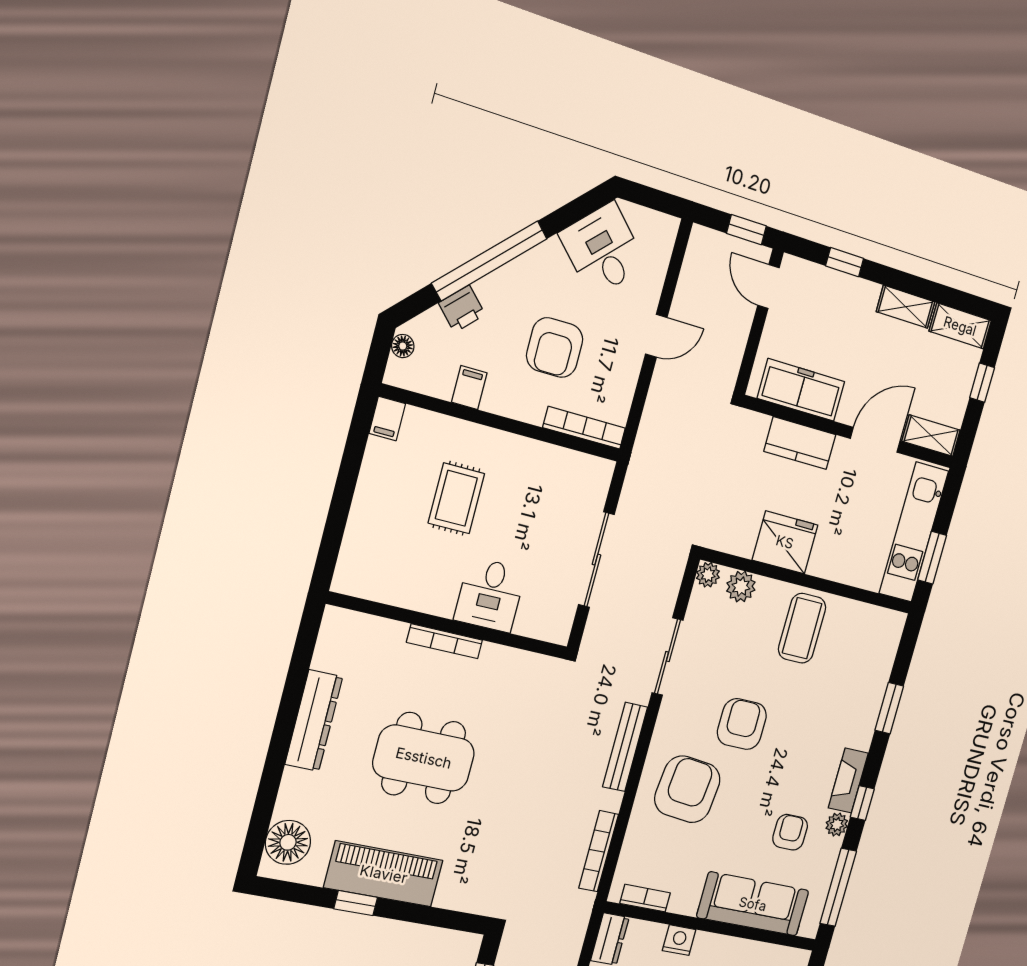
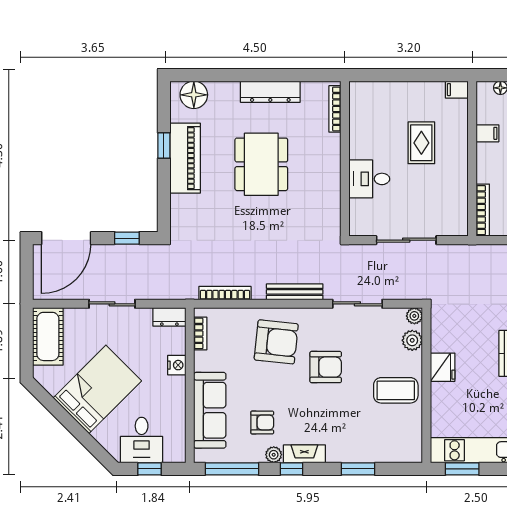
rug: (456, 498) -> (421, 143), turned 90
fridge: (785, 542) -> (443, 367), width x0.73, depth x0.75
bookcase: (445, 641) -> (335, 109), moved

